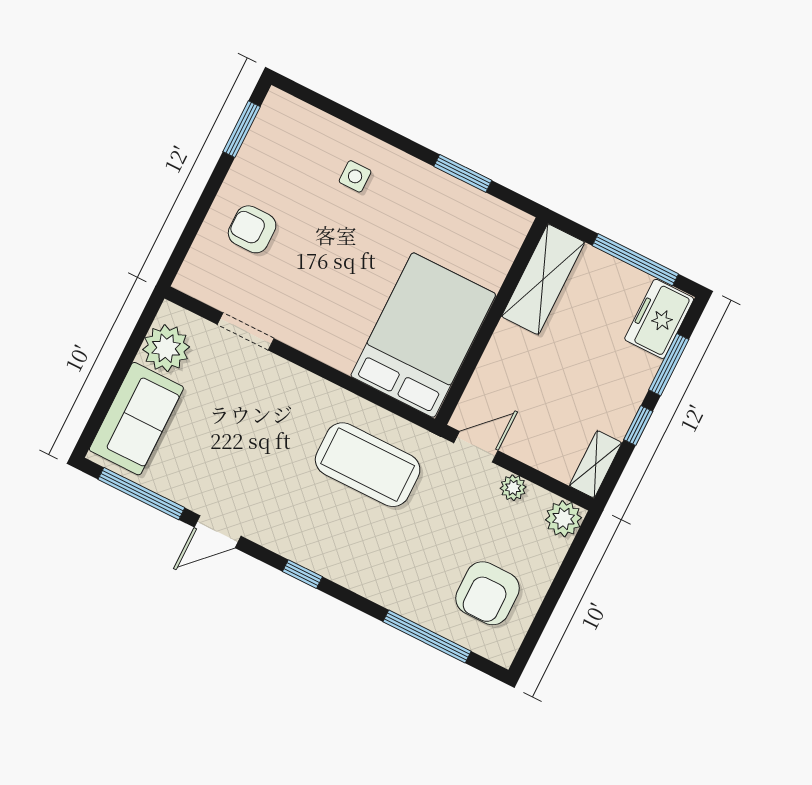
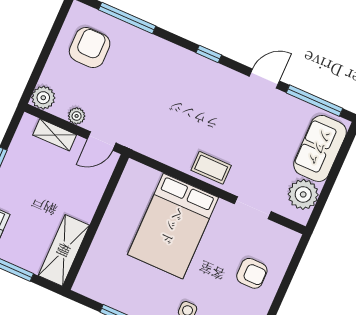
bed: (423, 335) -> (173, 226), moved
shelving: (596, 464) -> (55, 135), moved, turned 90
coffee table: (368, 465) -> (211, 168), moved, width x0.54, depth x0.58

